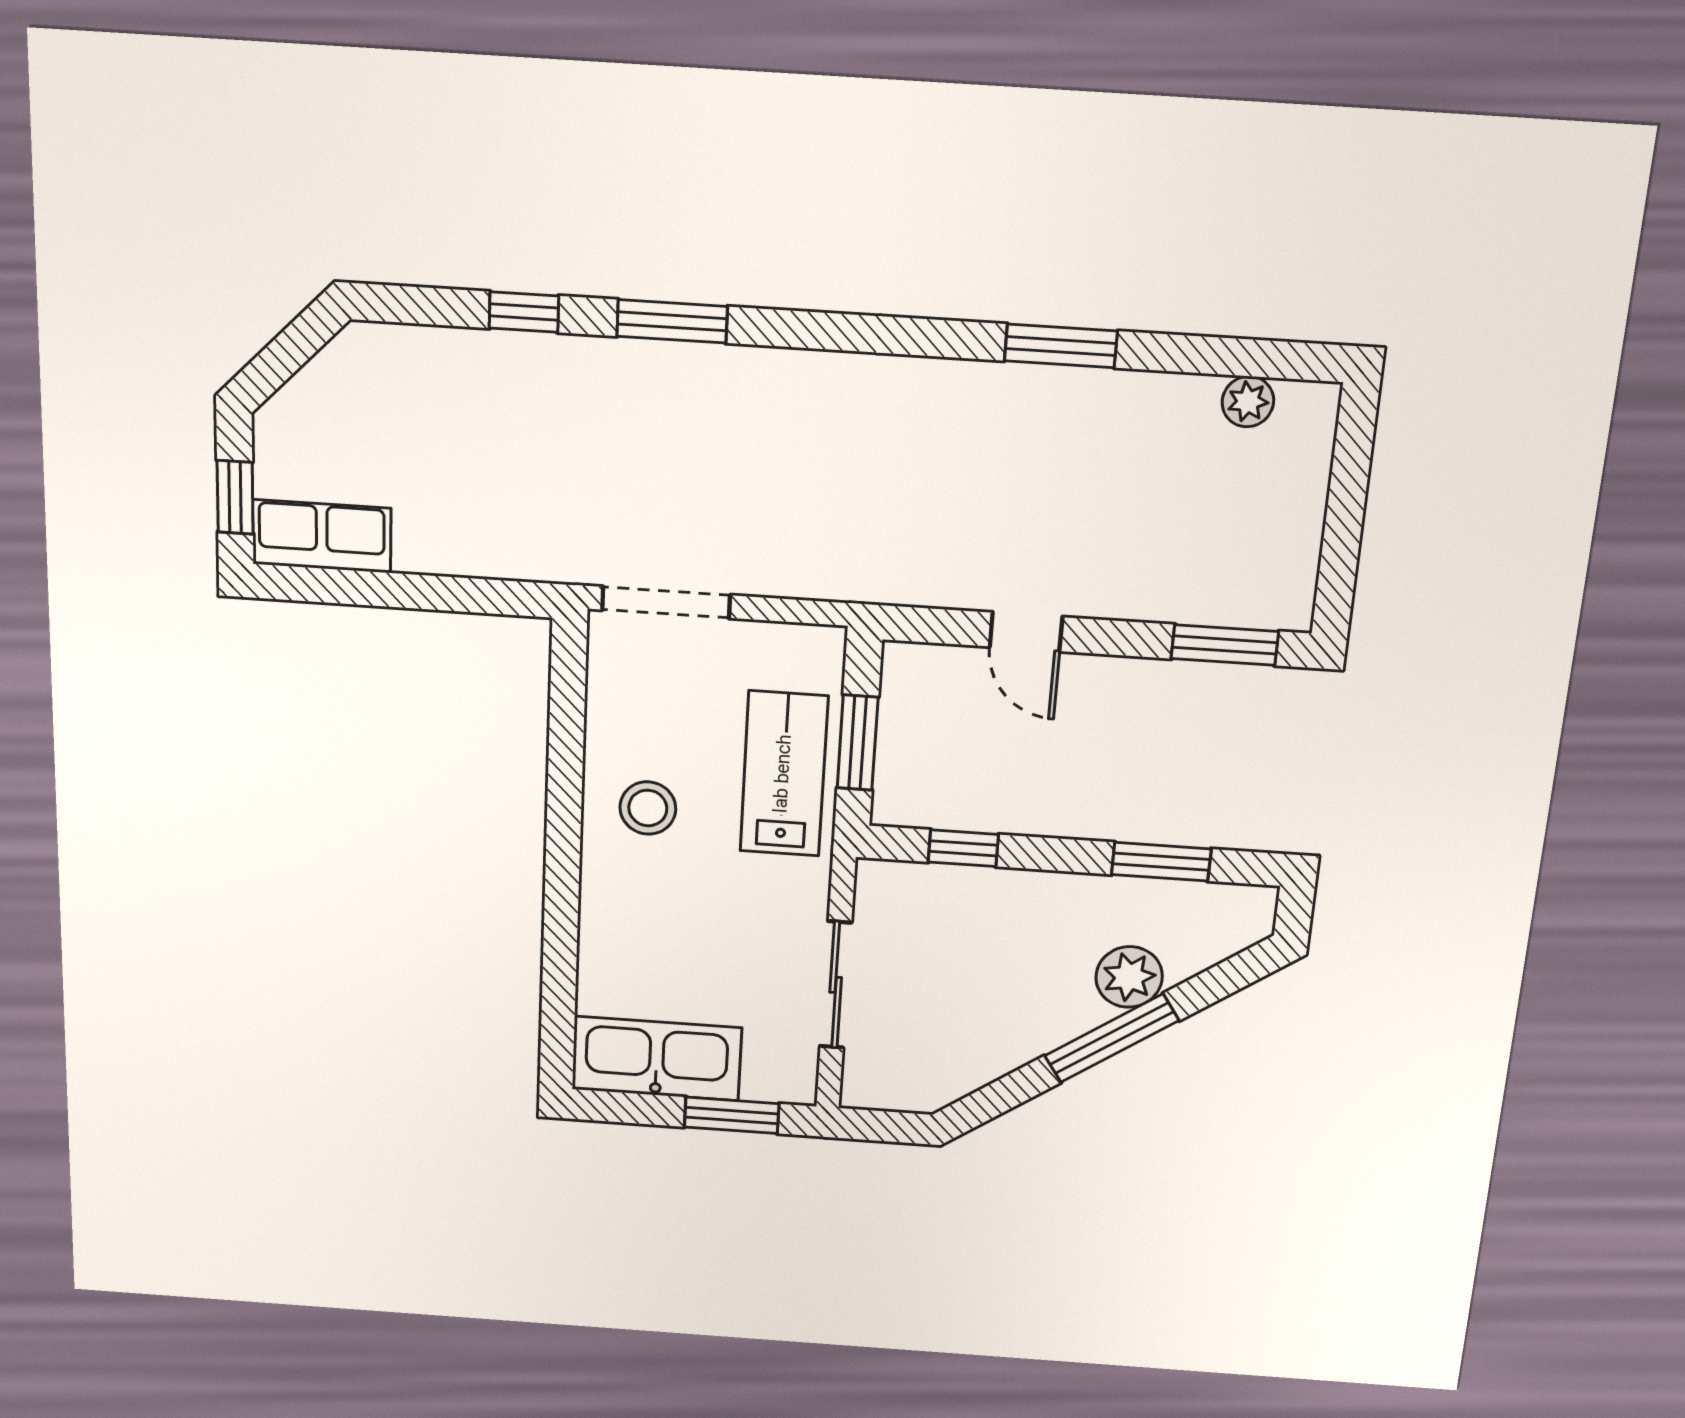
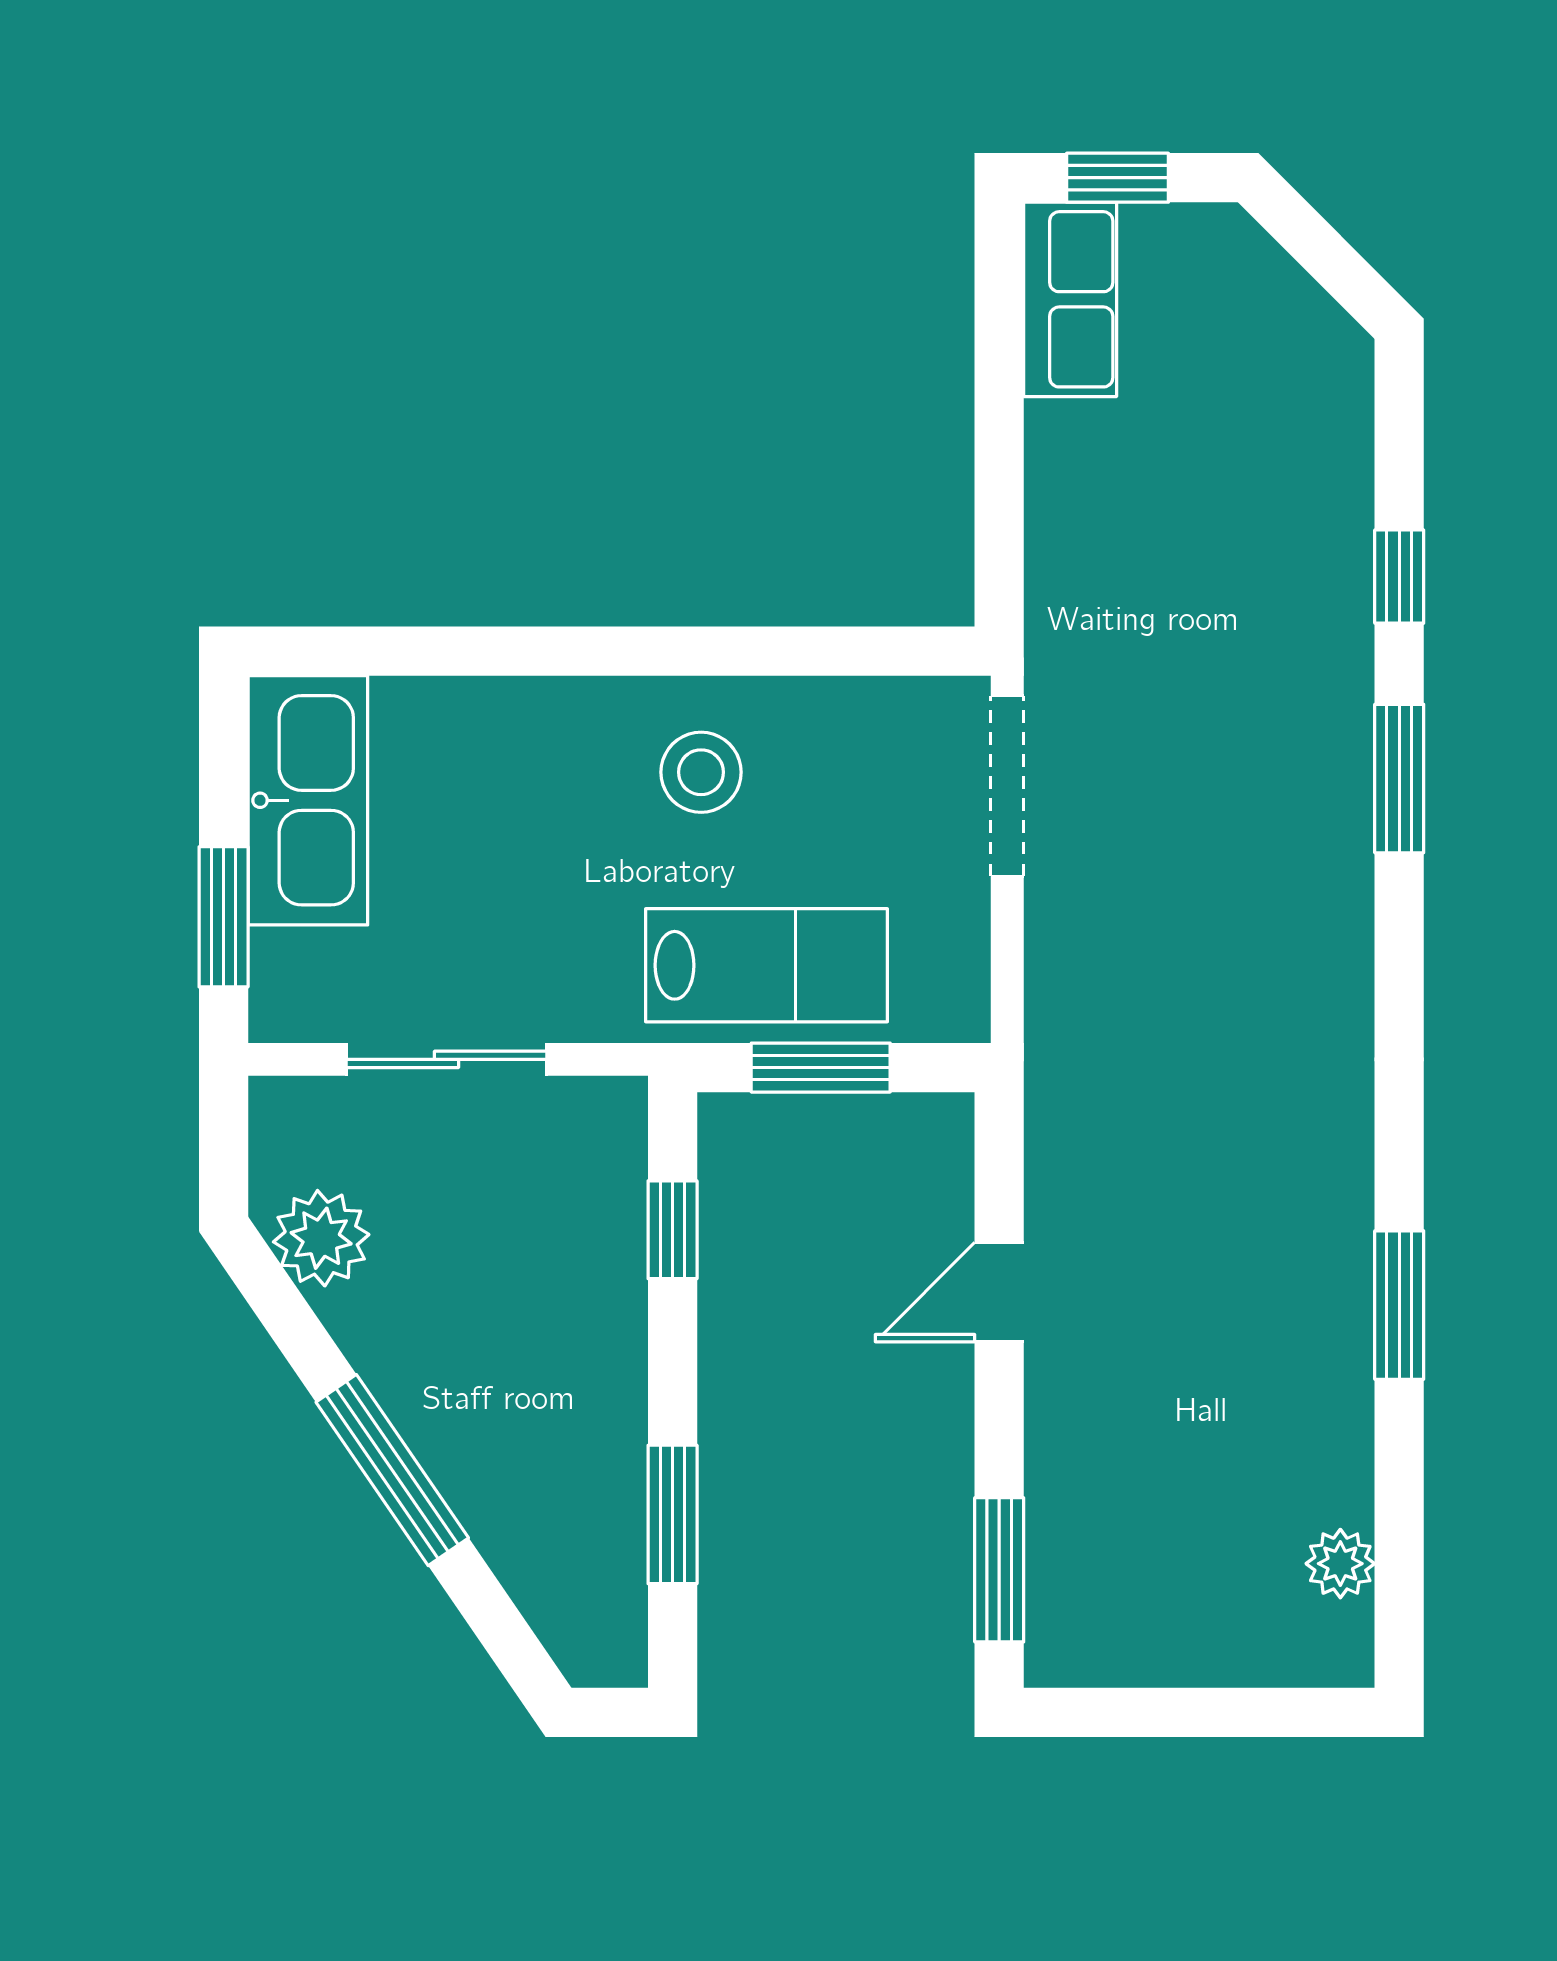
plant: (1129, 977) -> (321, 1238), moved

